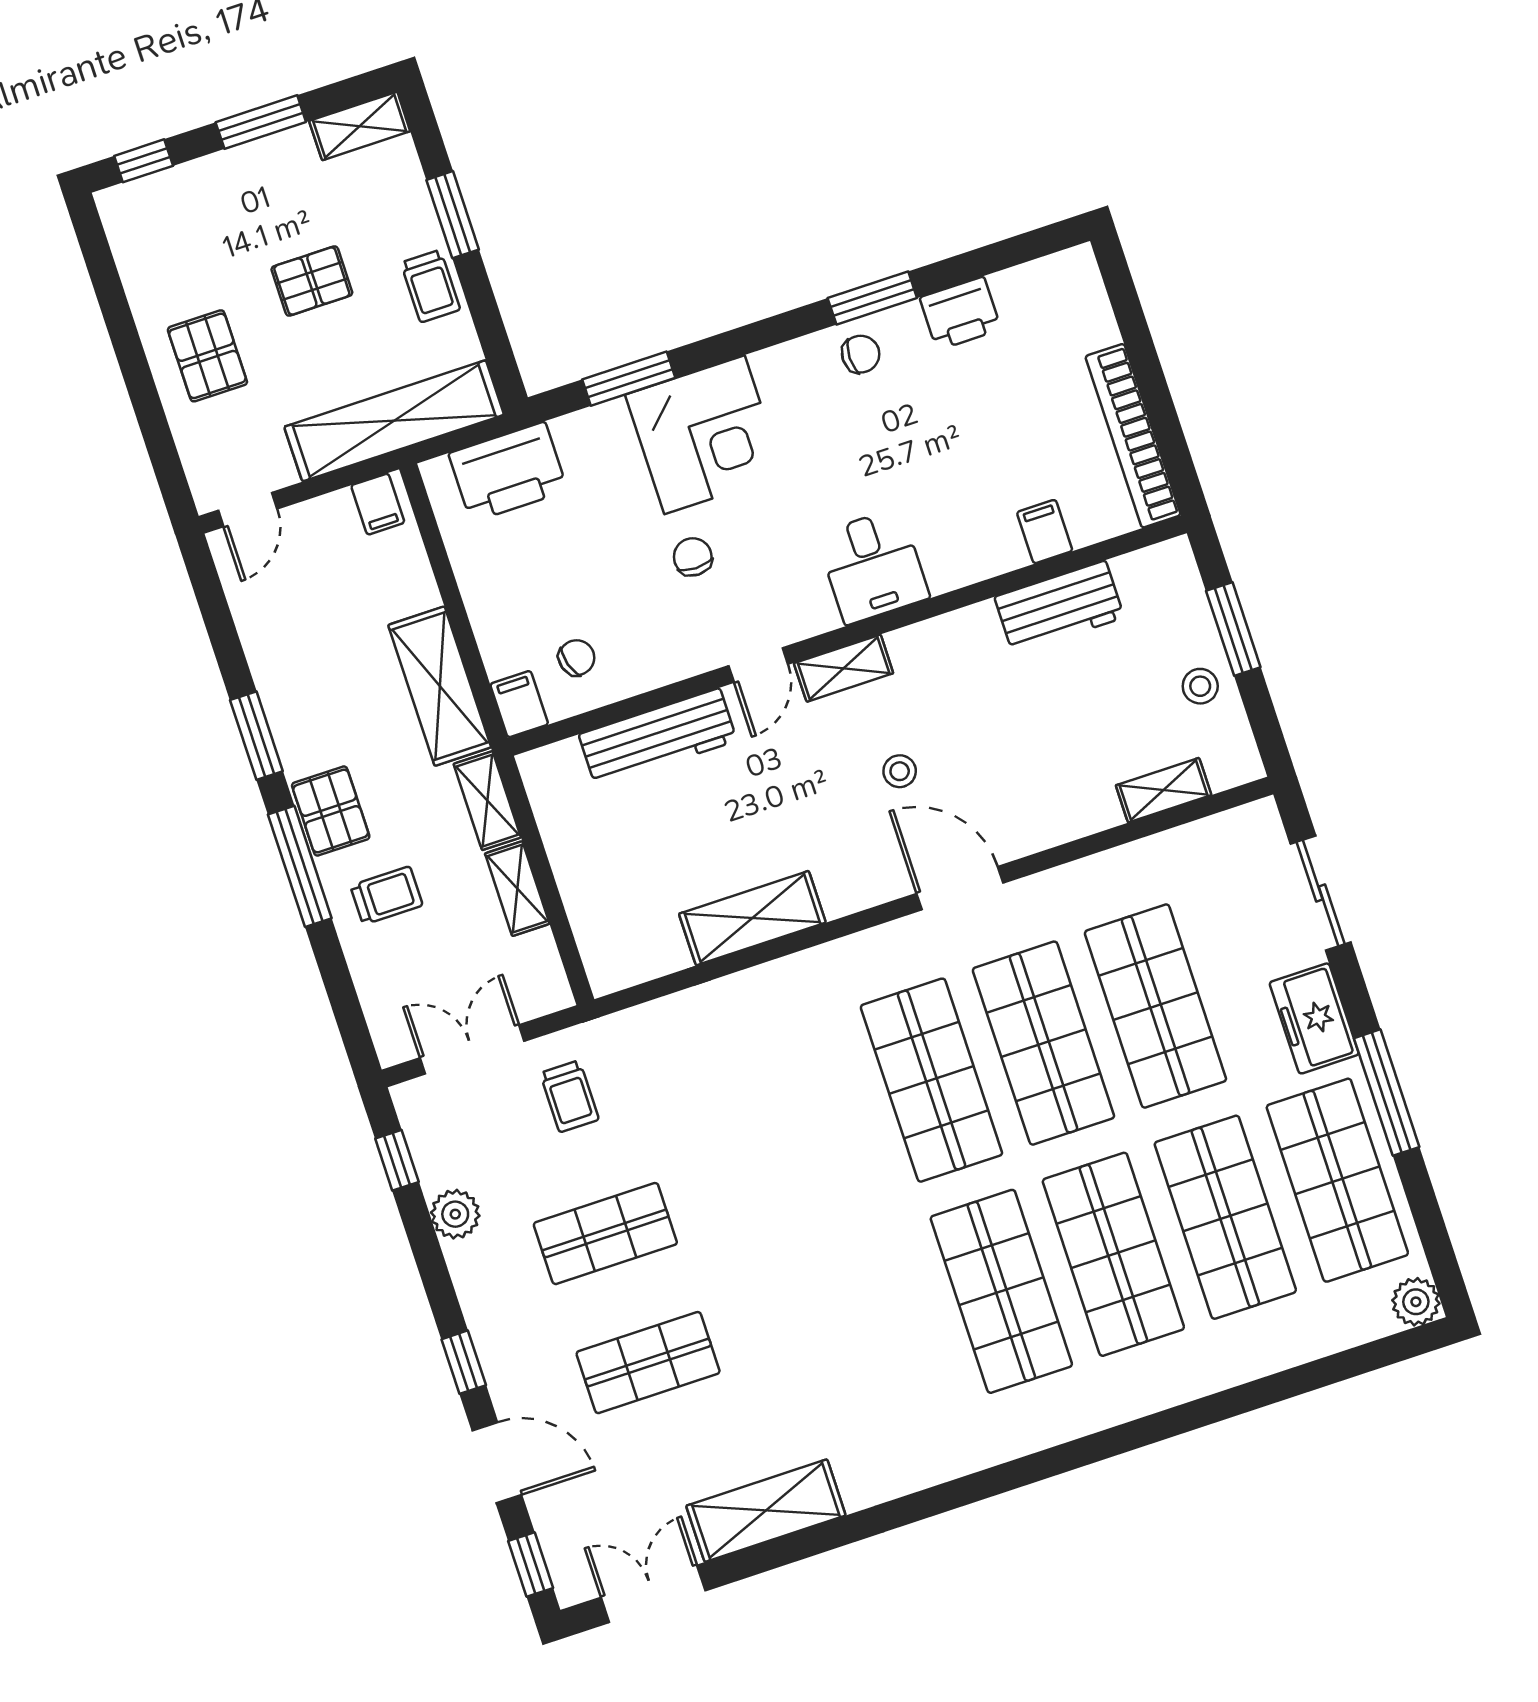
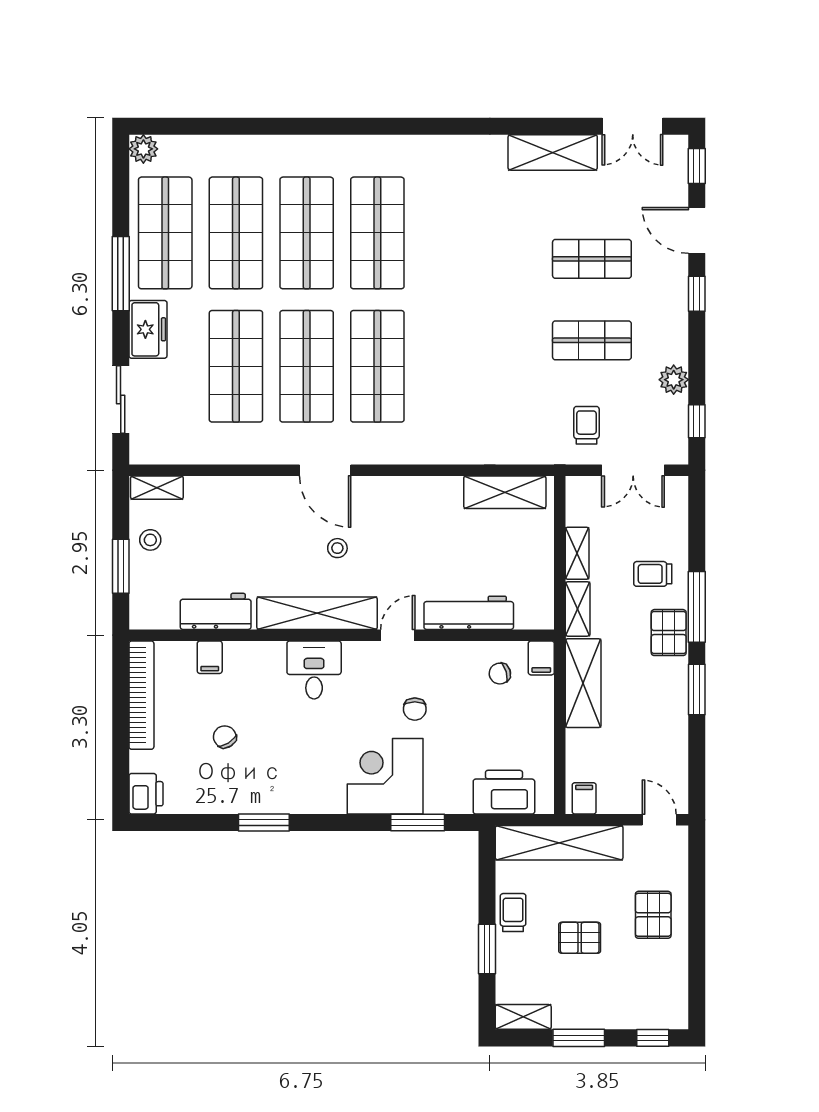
printer: (960, 313) -> (146, 794), moved, turned 90
chair: (861, 354) -> (225, 737), moved, turned 58
door: (248, 510) -> (659, 820), hinge flipped
shelving: (844, 668) -> (317, 613), width x2.20, depth x1.33
shelving: (1164, 790) -> (157, 488), moved
shelving: (752, 918) -> (505, 492), moved

